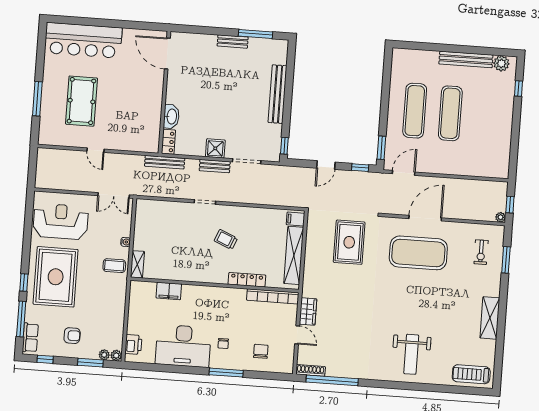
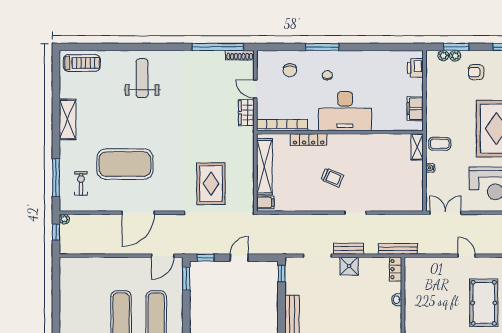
washbasin: (171, 117) -> (397, 300), width x0.52, depth x0.69
exercise mat: (418, 253) -> (125, 164), moved
window: (506, 260) -> (56, 178), width x1.44
filing cabinet: (169, 291) -> (415, 109), moved, turned -90
desk: (183, 346) -> (345, 111), moved, turned 180
plant: (116, 355) -> (455, 56), moved

